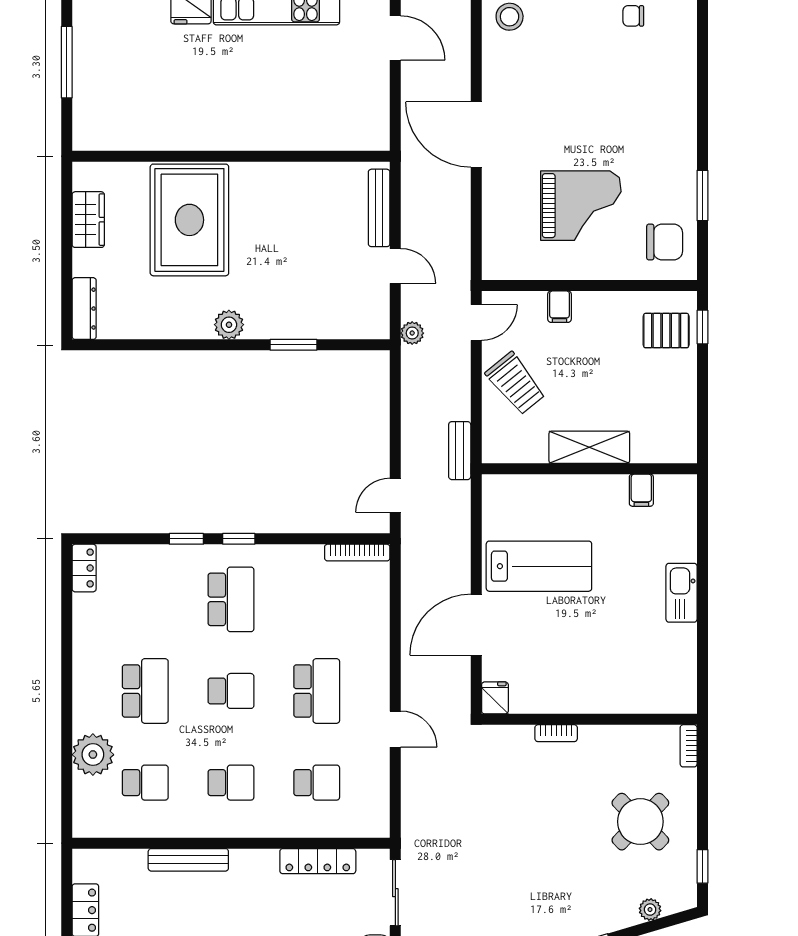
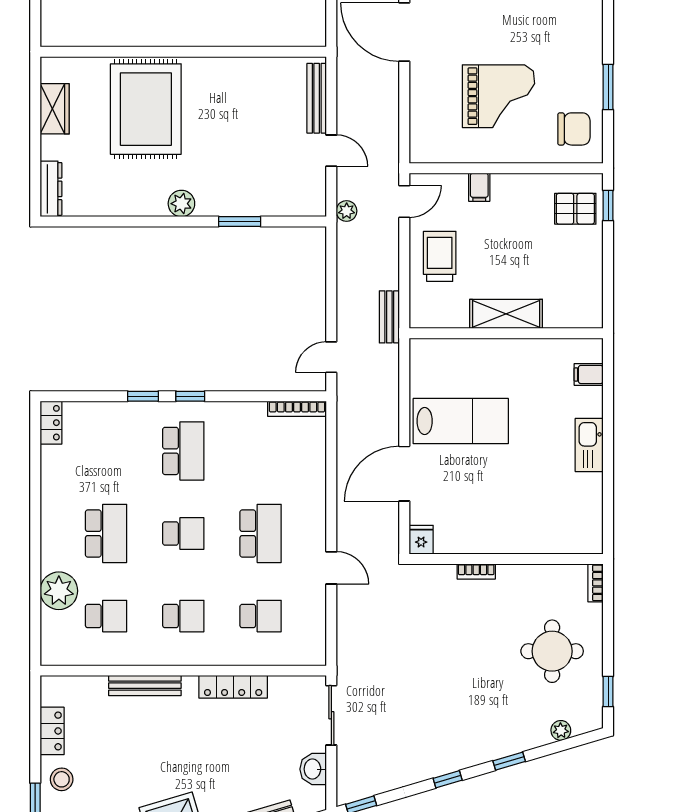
trolley: (516, 383) -> (440, 256), turned -141
filing cabinet: (641, 490) -> (589, 374), moved, turned 90
round table: (640, 822) -> (552, 651), turned 45
locker: (318, 861) -> (233, 687), moved

